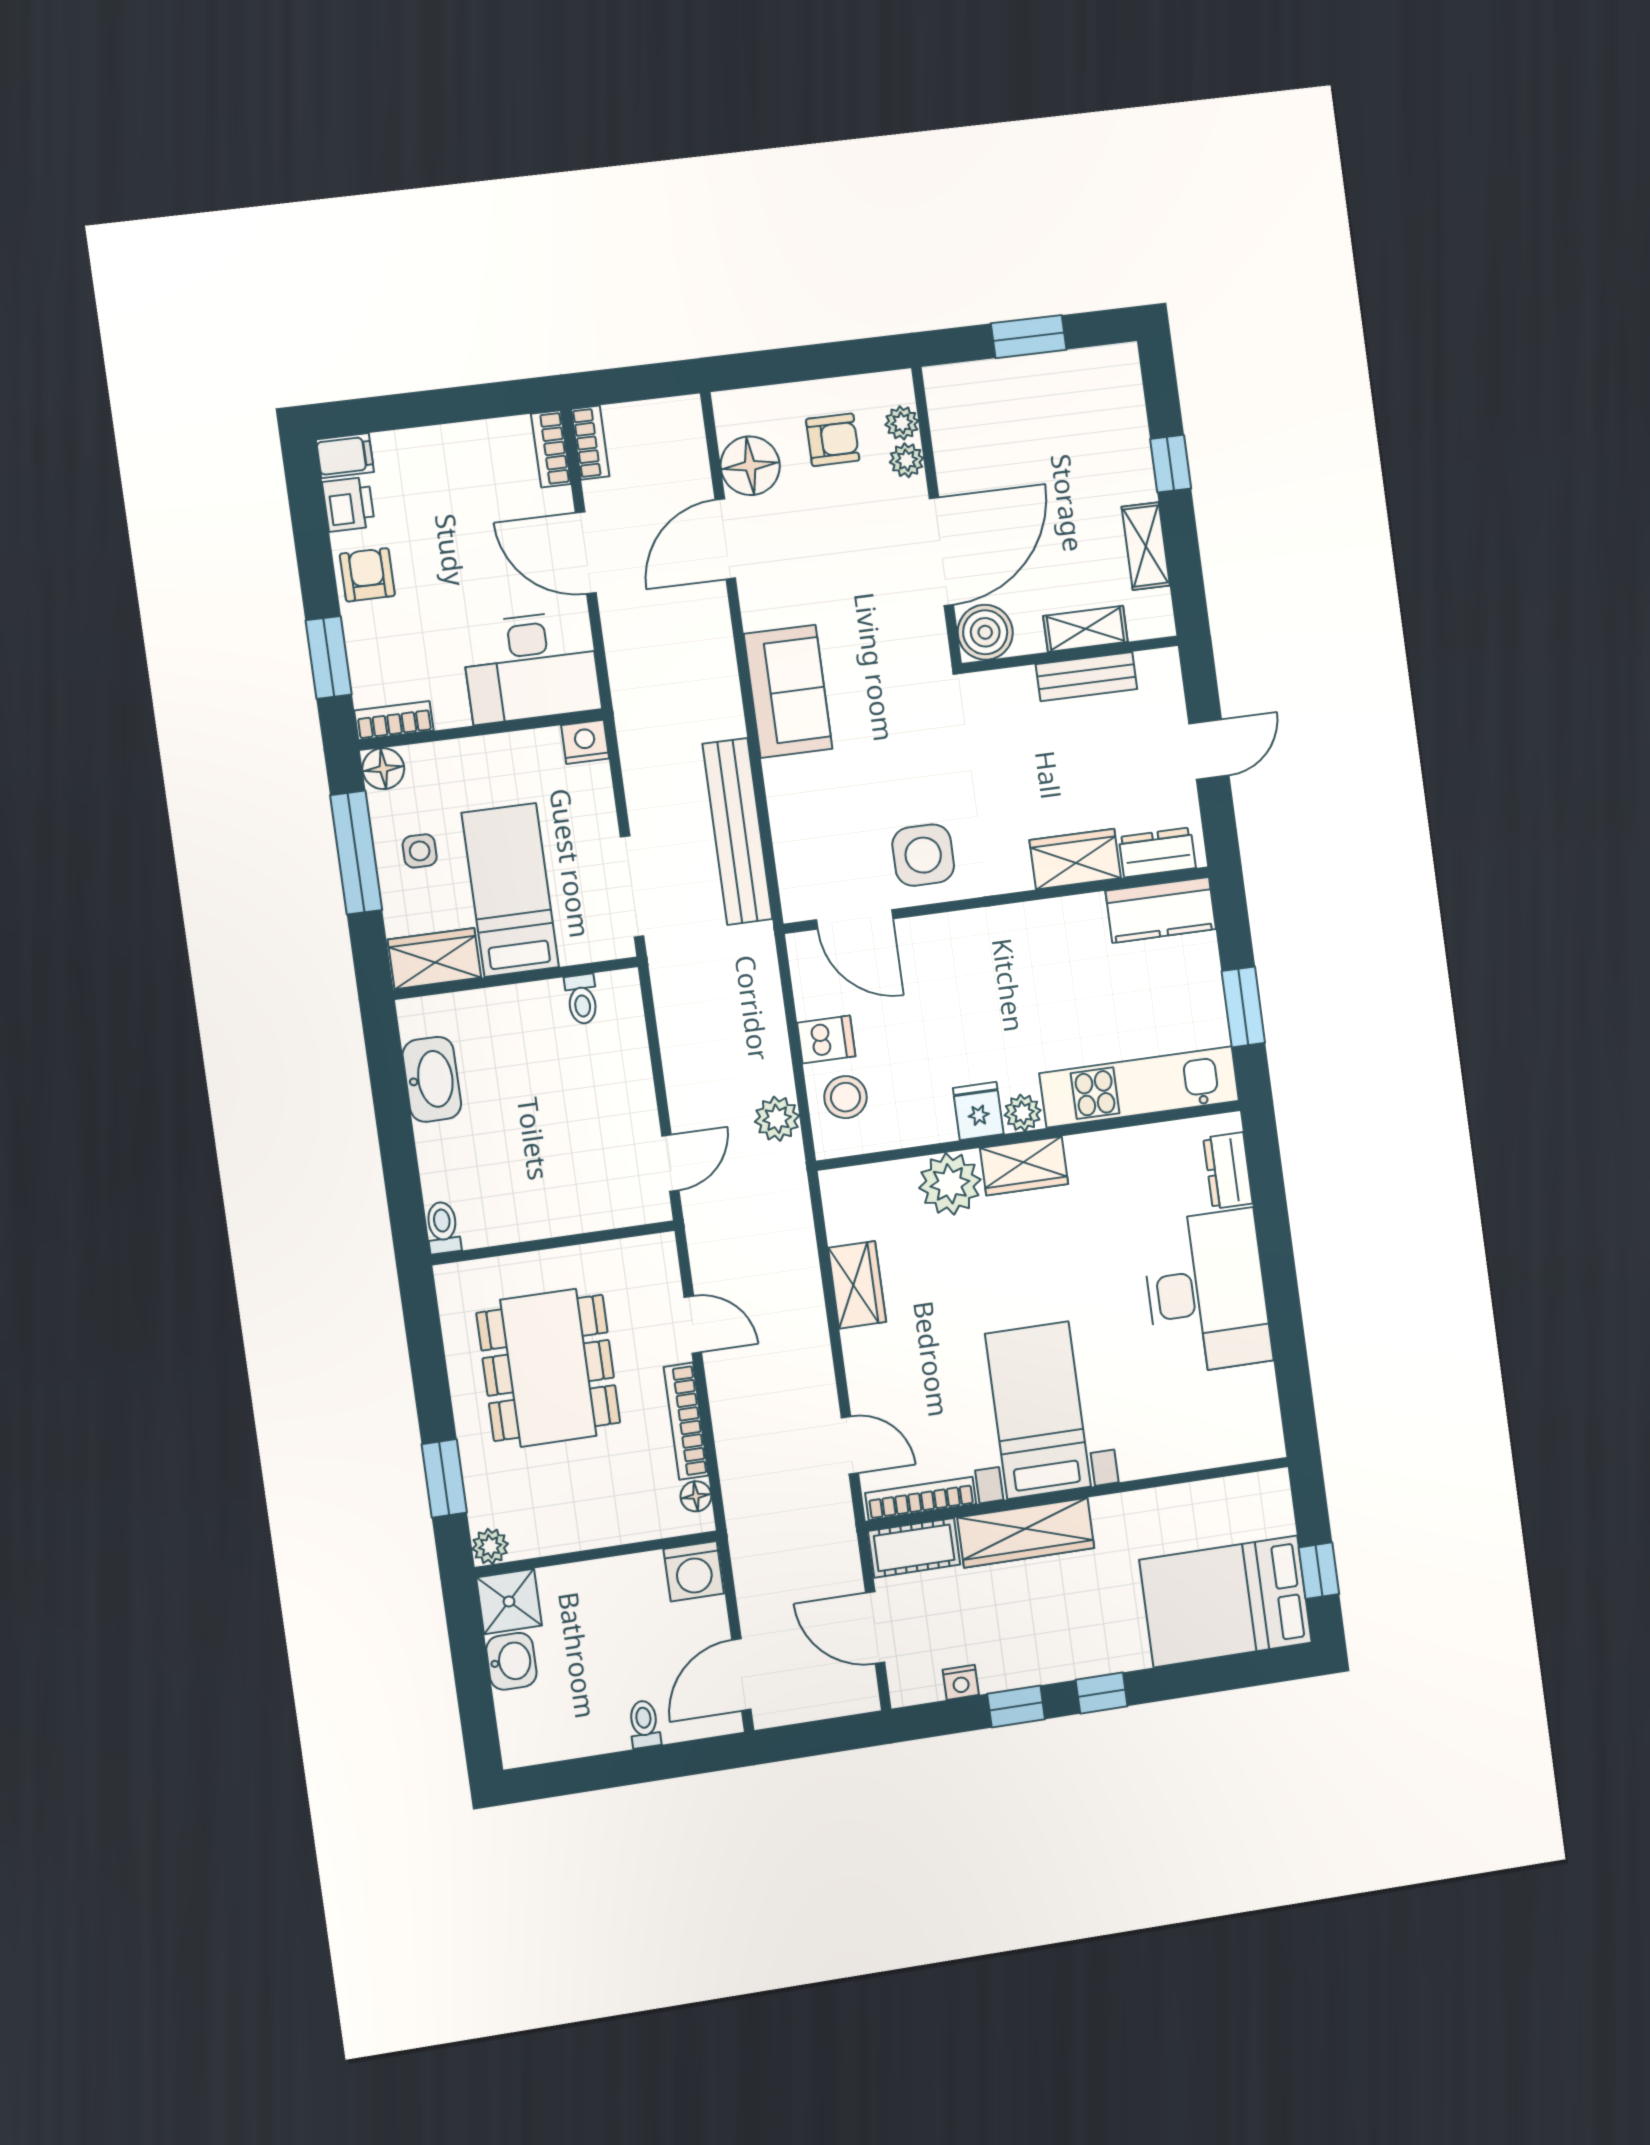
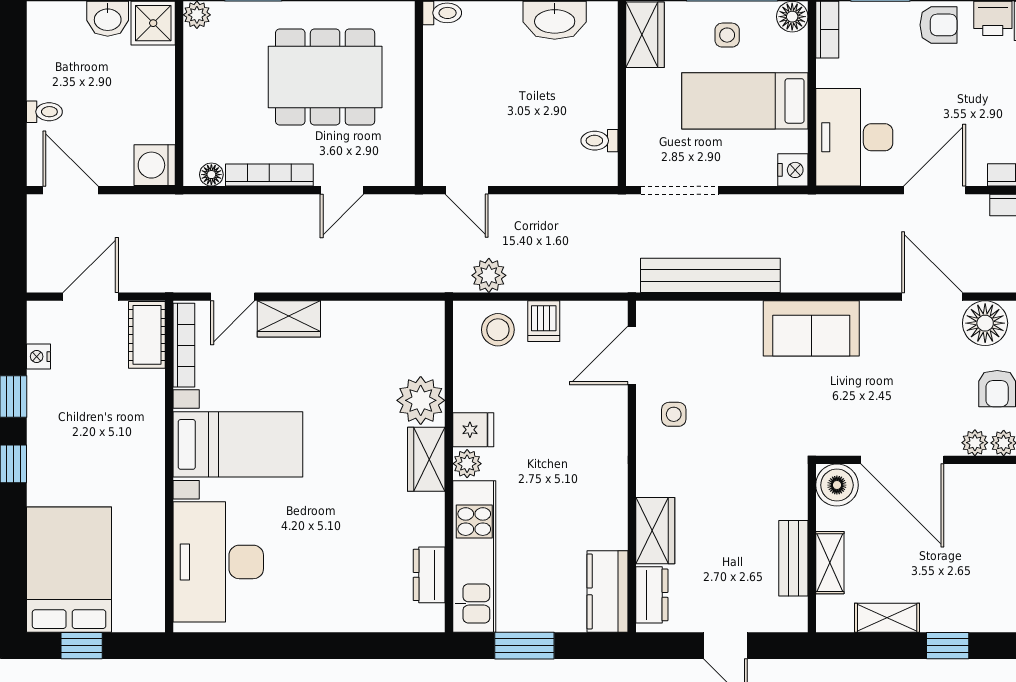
side table: (923, 855) -> (674, 414), width x0.54, depth x0.54
bed: (510, 890) -> (745, 101), moved, turned 180
dresser: (1228, 1171) -> (429, 575), moved, turned -90
wardrobe: (857, 1285) -> (289, 319), moved
desk: (1207, 1292) -> (218, 562), moved, turned 90
wardrobe: (1026, 1533) -> (145, 422), removed

